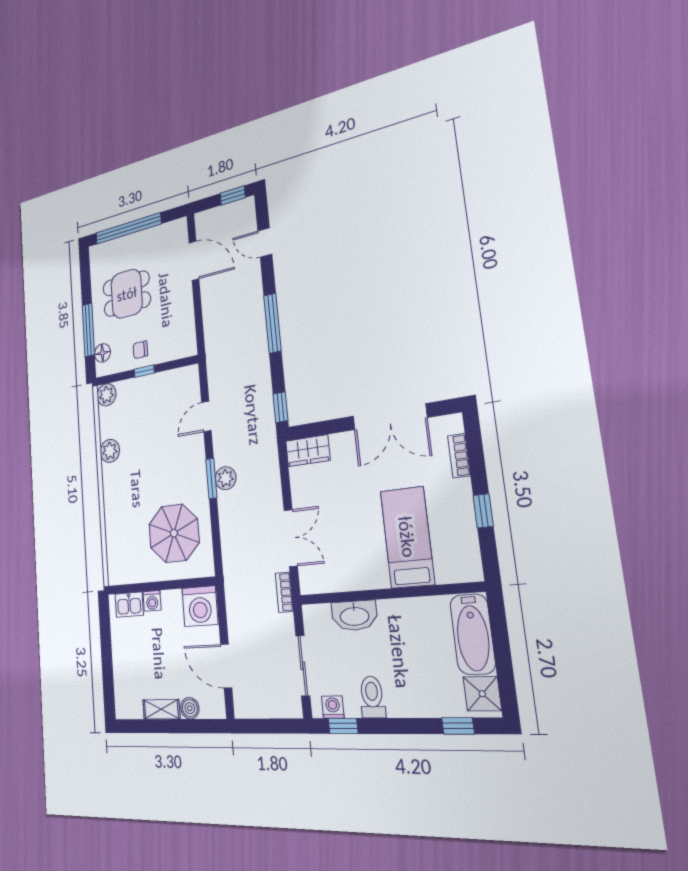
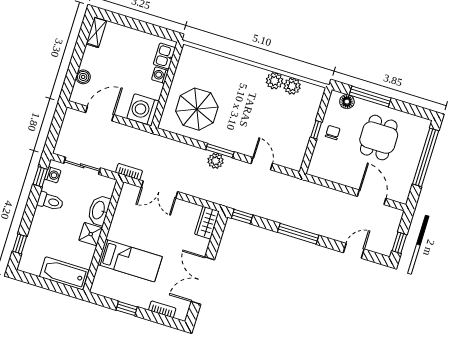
door: (194, 261) -> (372, 197), swing flipped
plant: (106, 395) -> (292, 86), moved
shower: (482, 694) -> (91, 234), moved
shelving: (161, 709) -> (96, 32), moved

